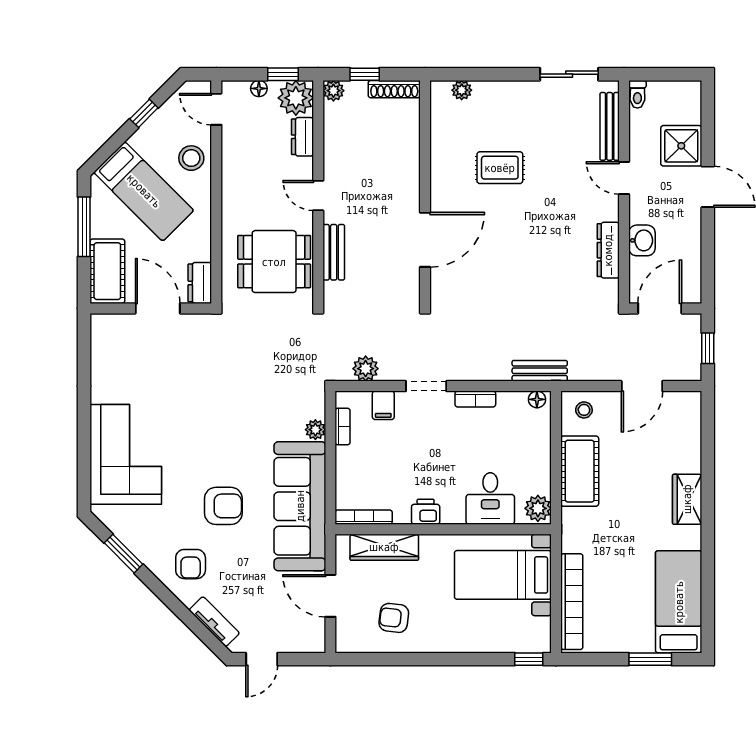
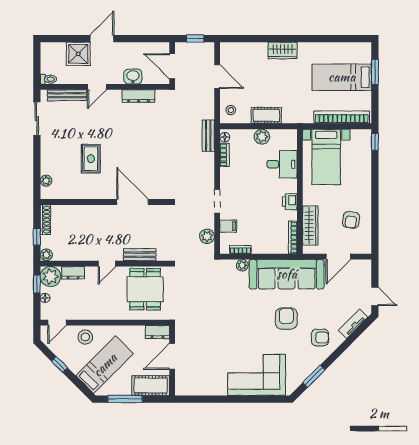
bookcase: (475, 399) -> (225, 155), moved
cot: (580, 471) -> (266, 115), width x0.73, depth x0.75
plant: (538, 508) -> (262, 137), moved
bed: (679, 602) -> (342, 77), moved

